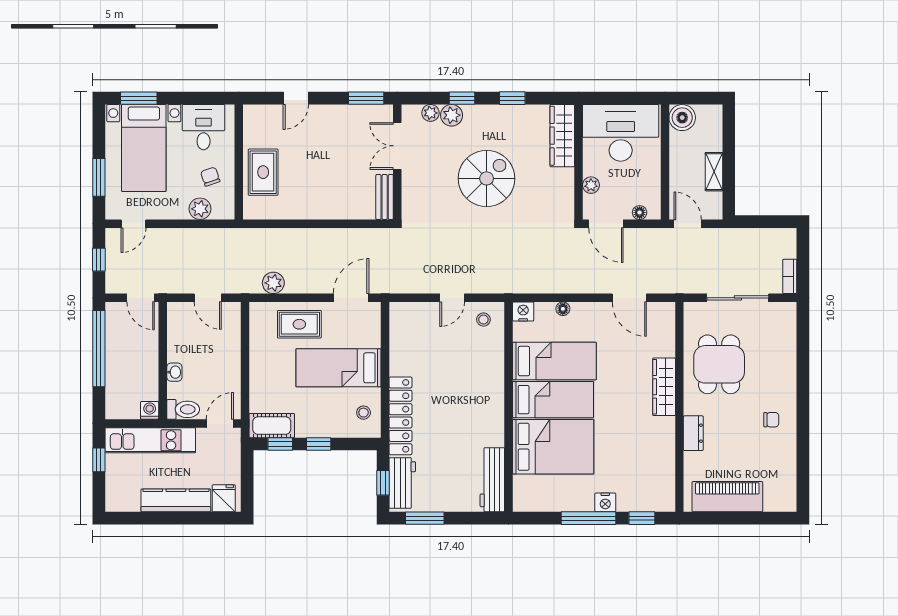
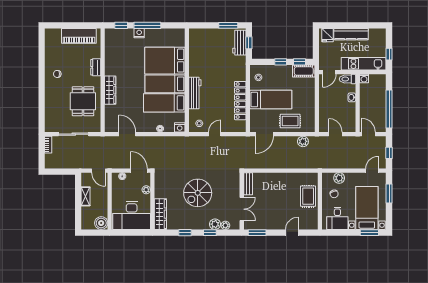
locker: (400, 416) -> (240, 101), moved
workbench: (492, 480) -> (195, 93), moved

